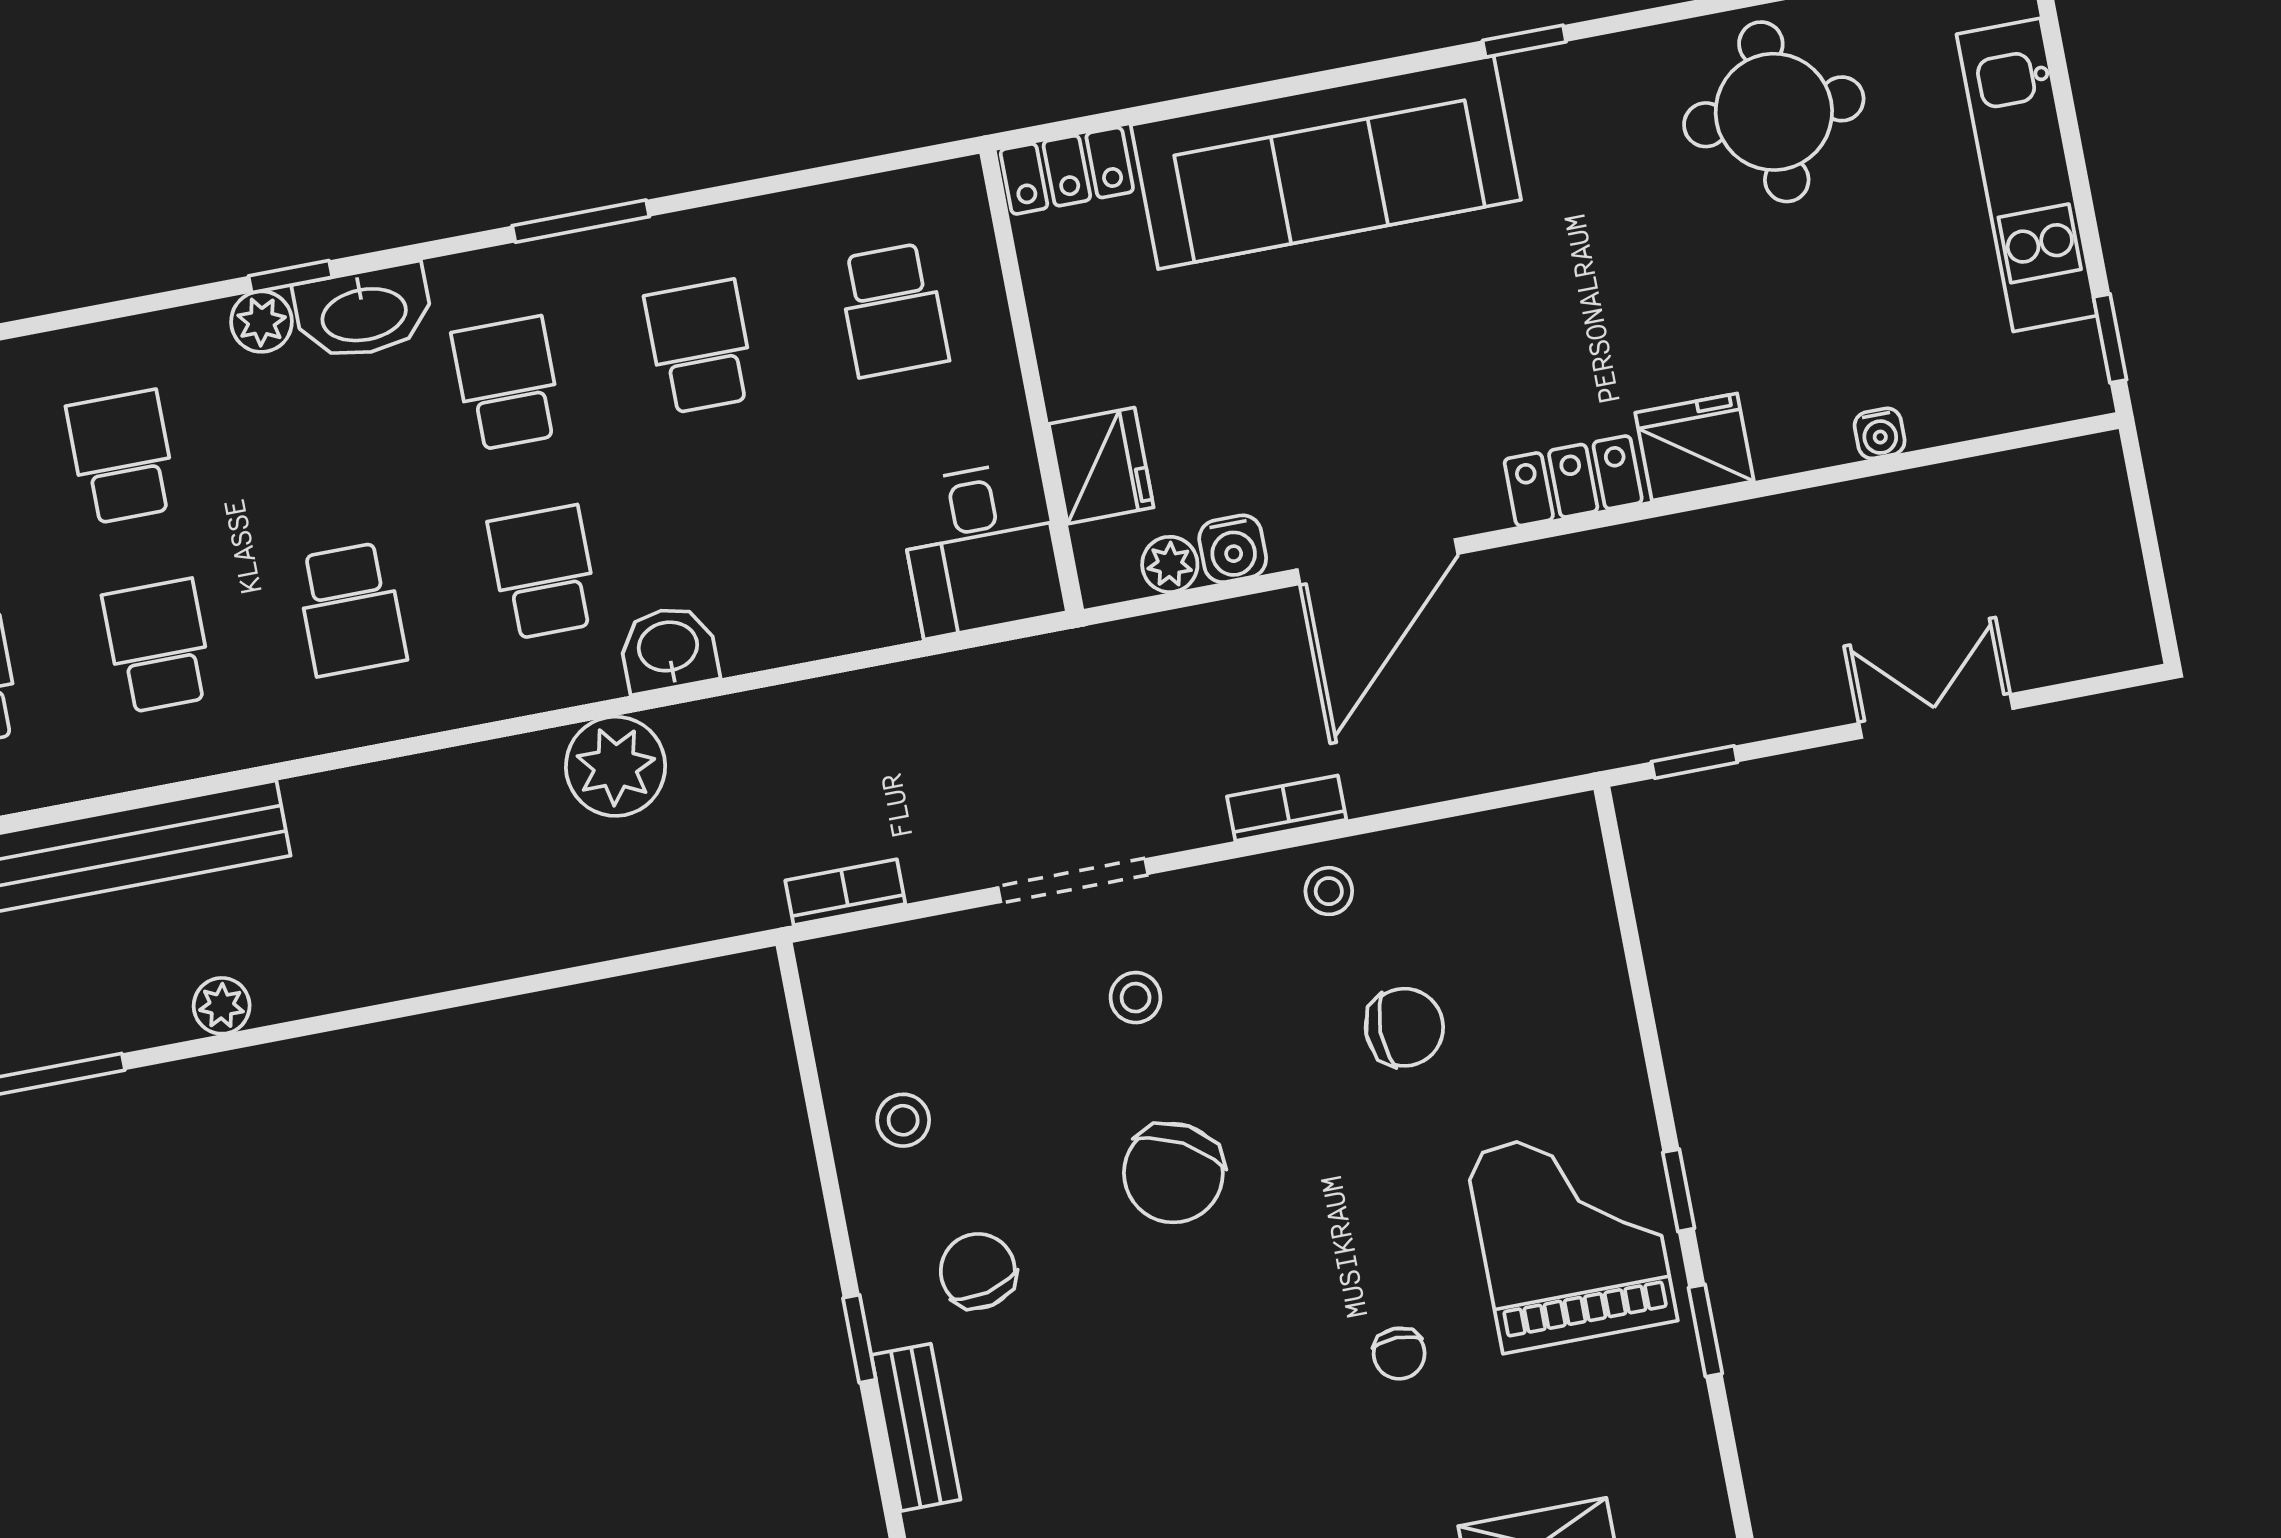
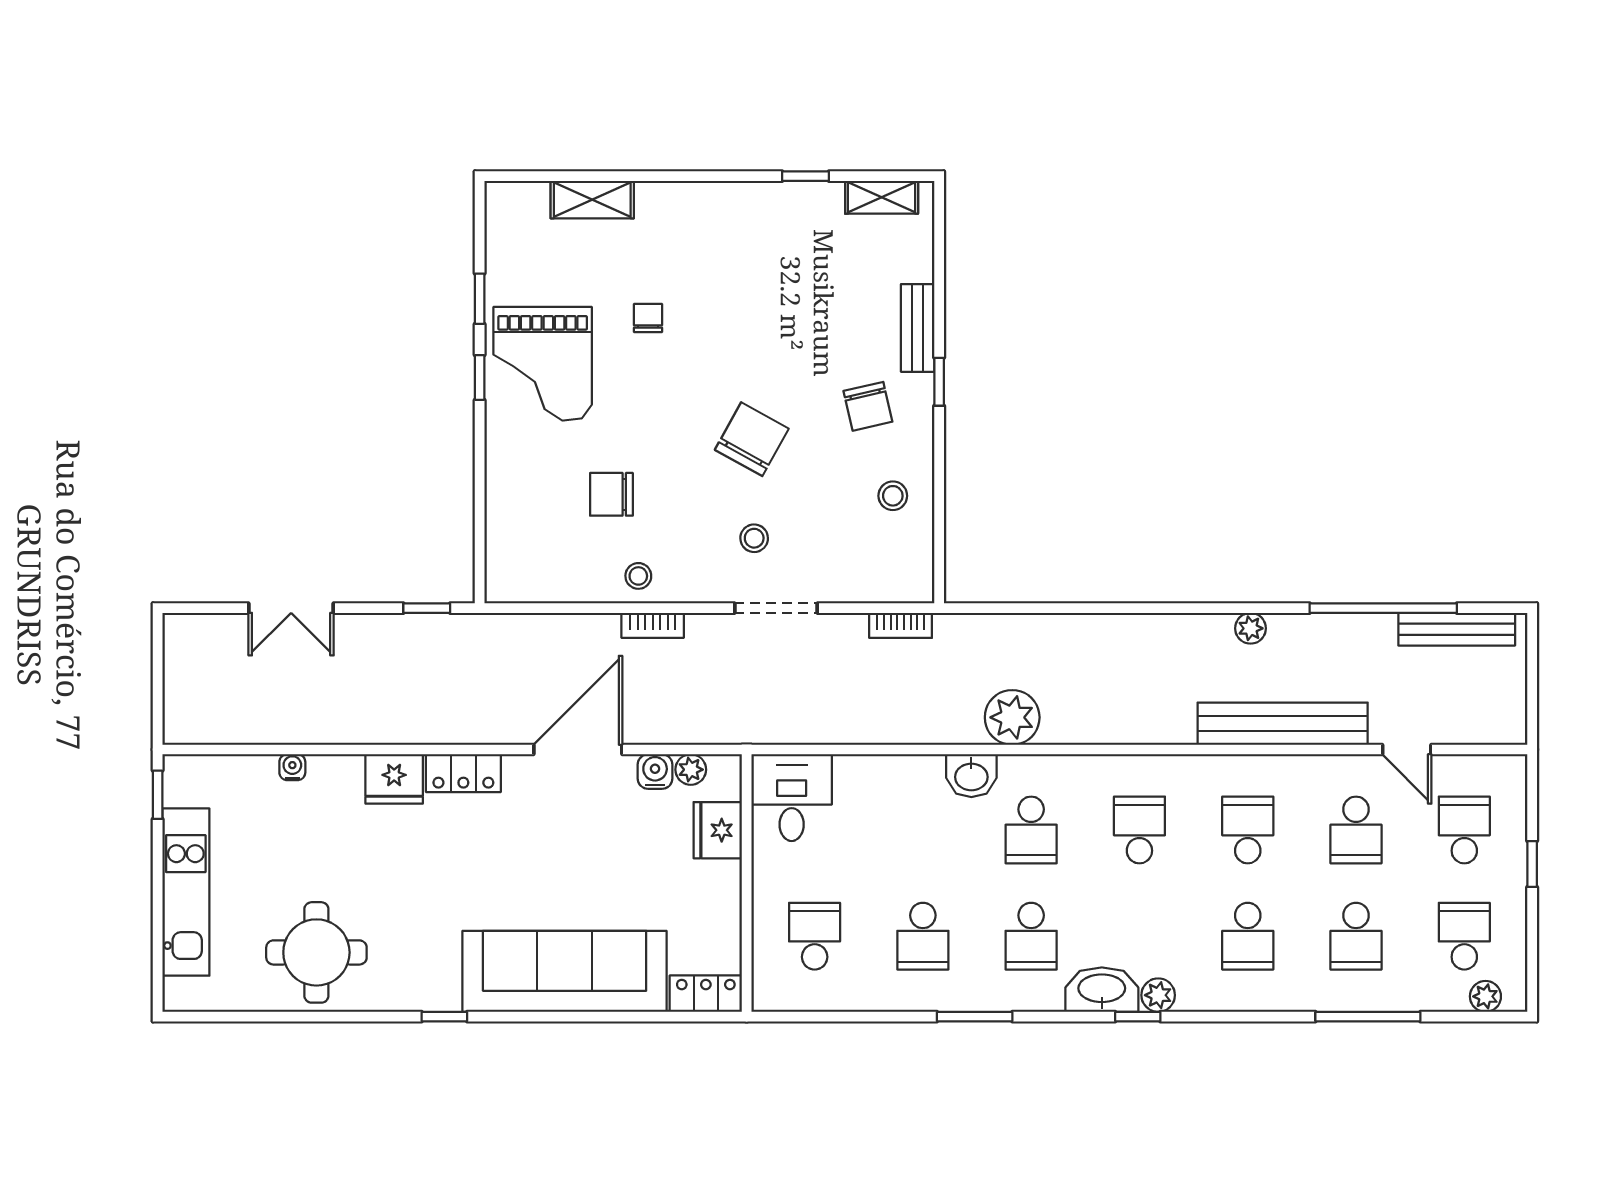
school desk: (158, 646) -> (1248, 830), turned 180

